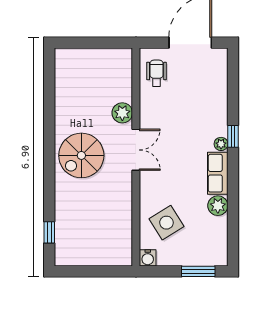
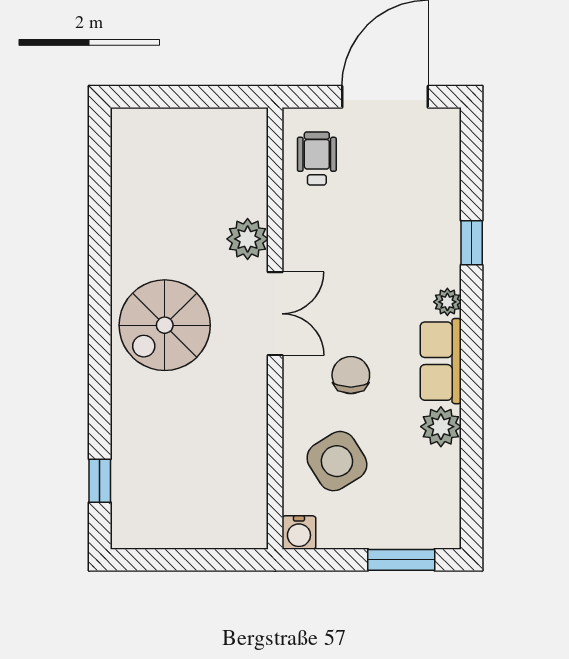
window: (233, 136) -> (472, 243), moved
chair: (173, 180) -> (351, 375), added

